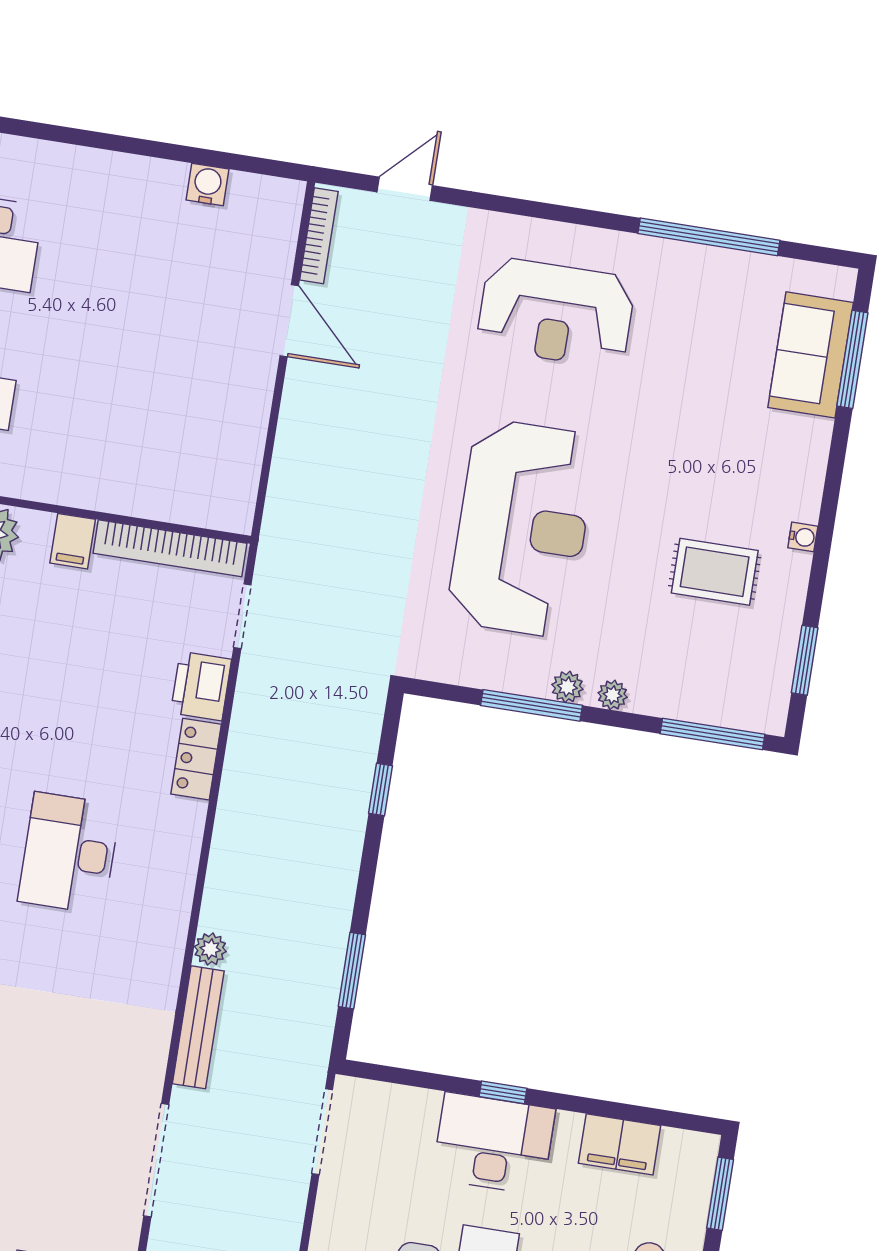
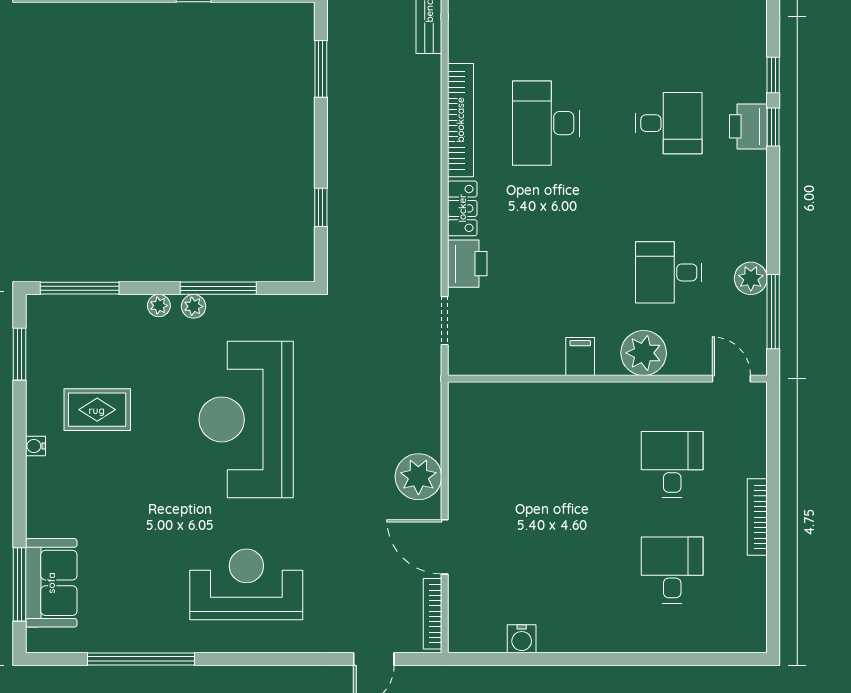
bookcase: (170, 548) -> (460, 120), moved, turned 90
desk: (69, 853) -> (546, 123), turned 180
plant: (210, 949) -> (418, 477), moved, width x1.87, depth x1.87

